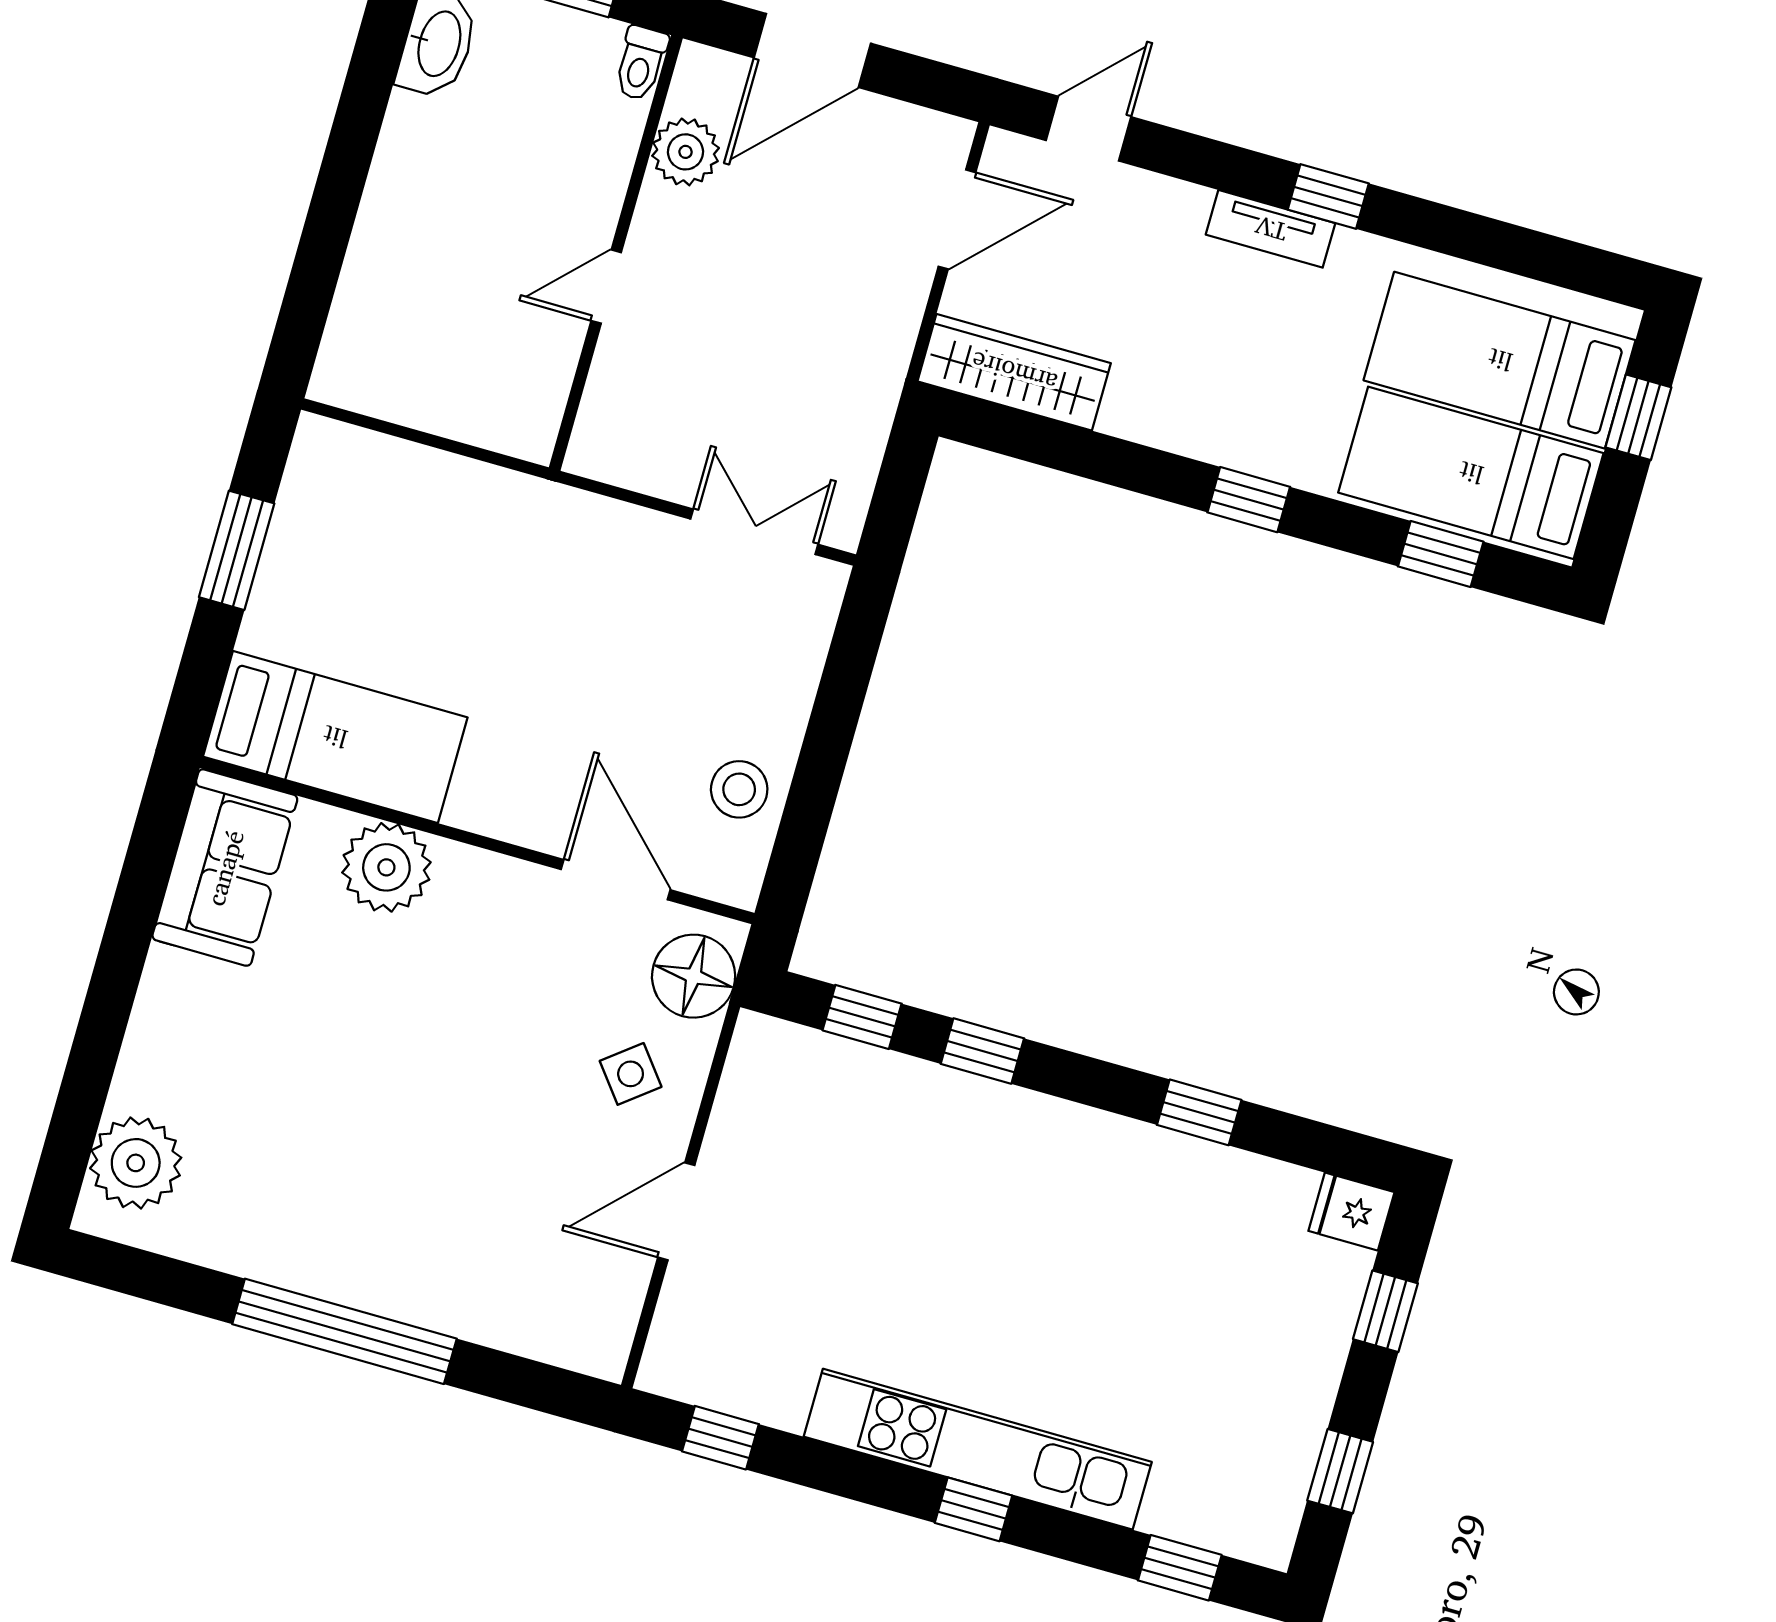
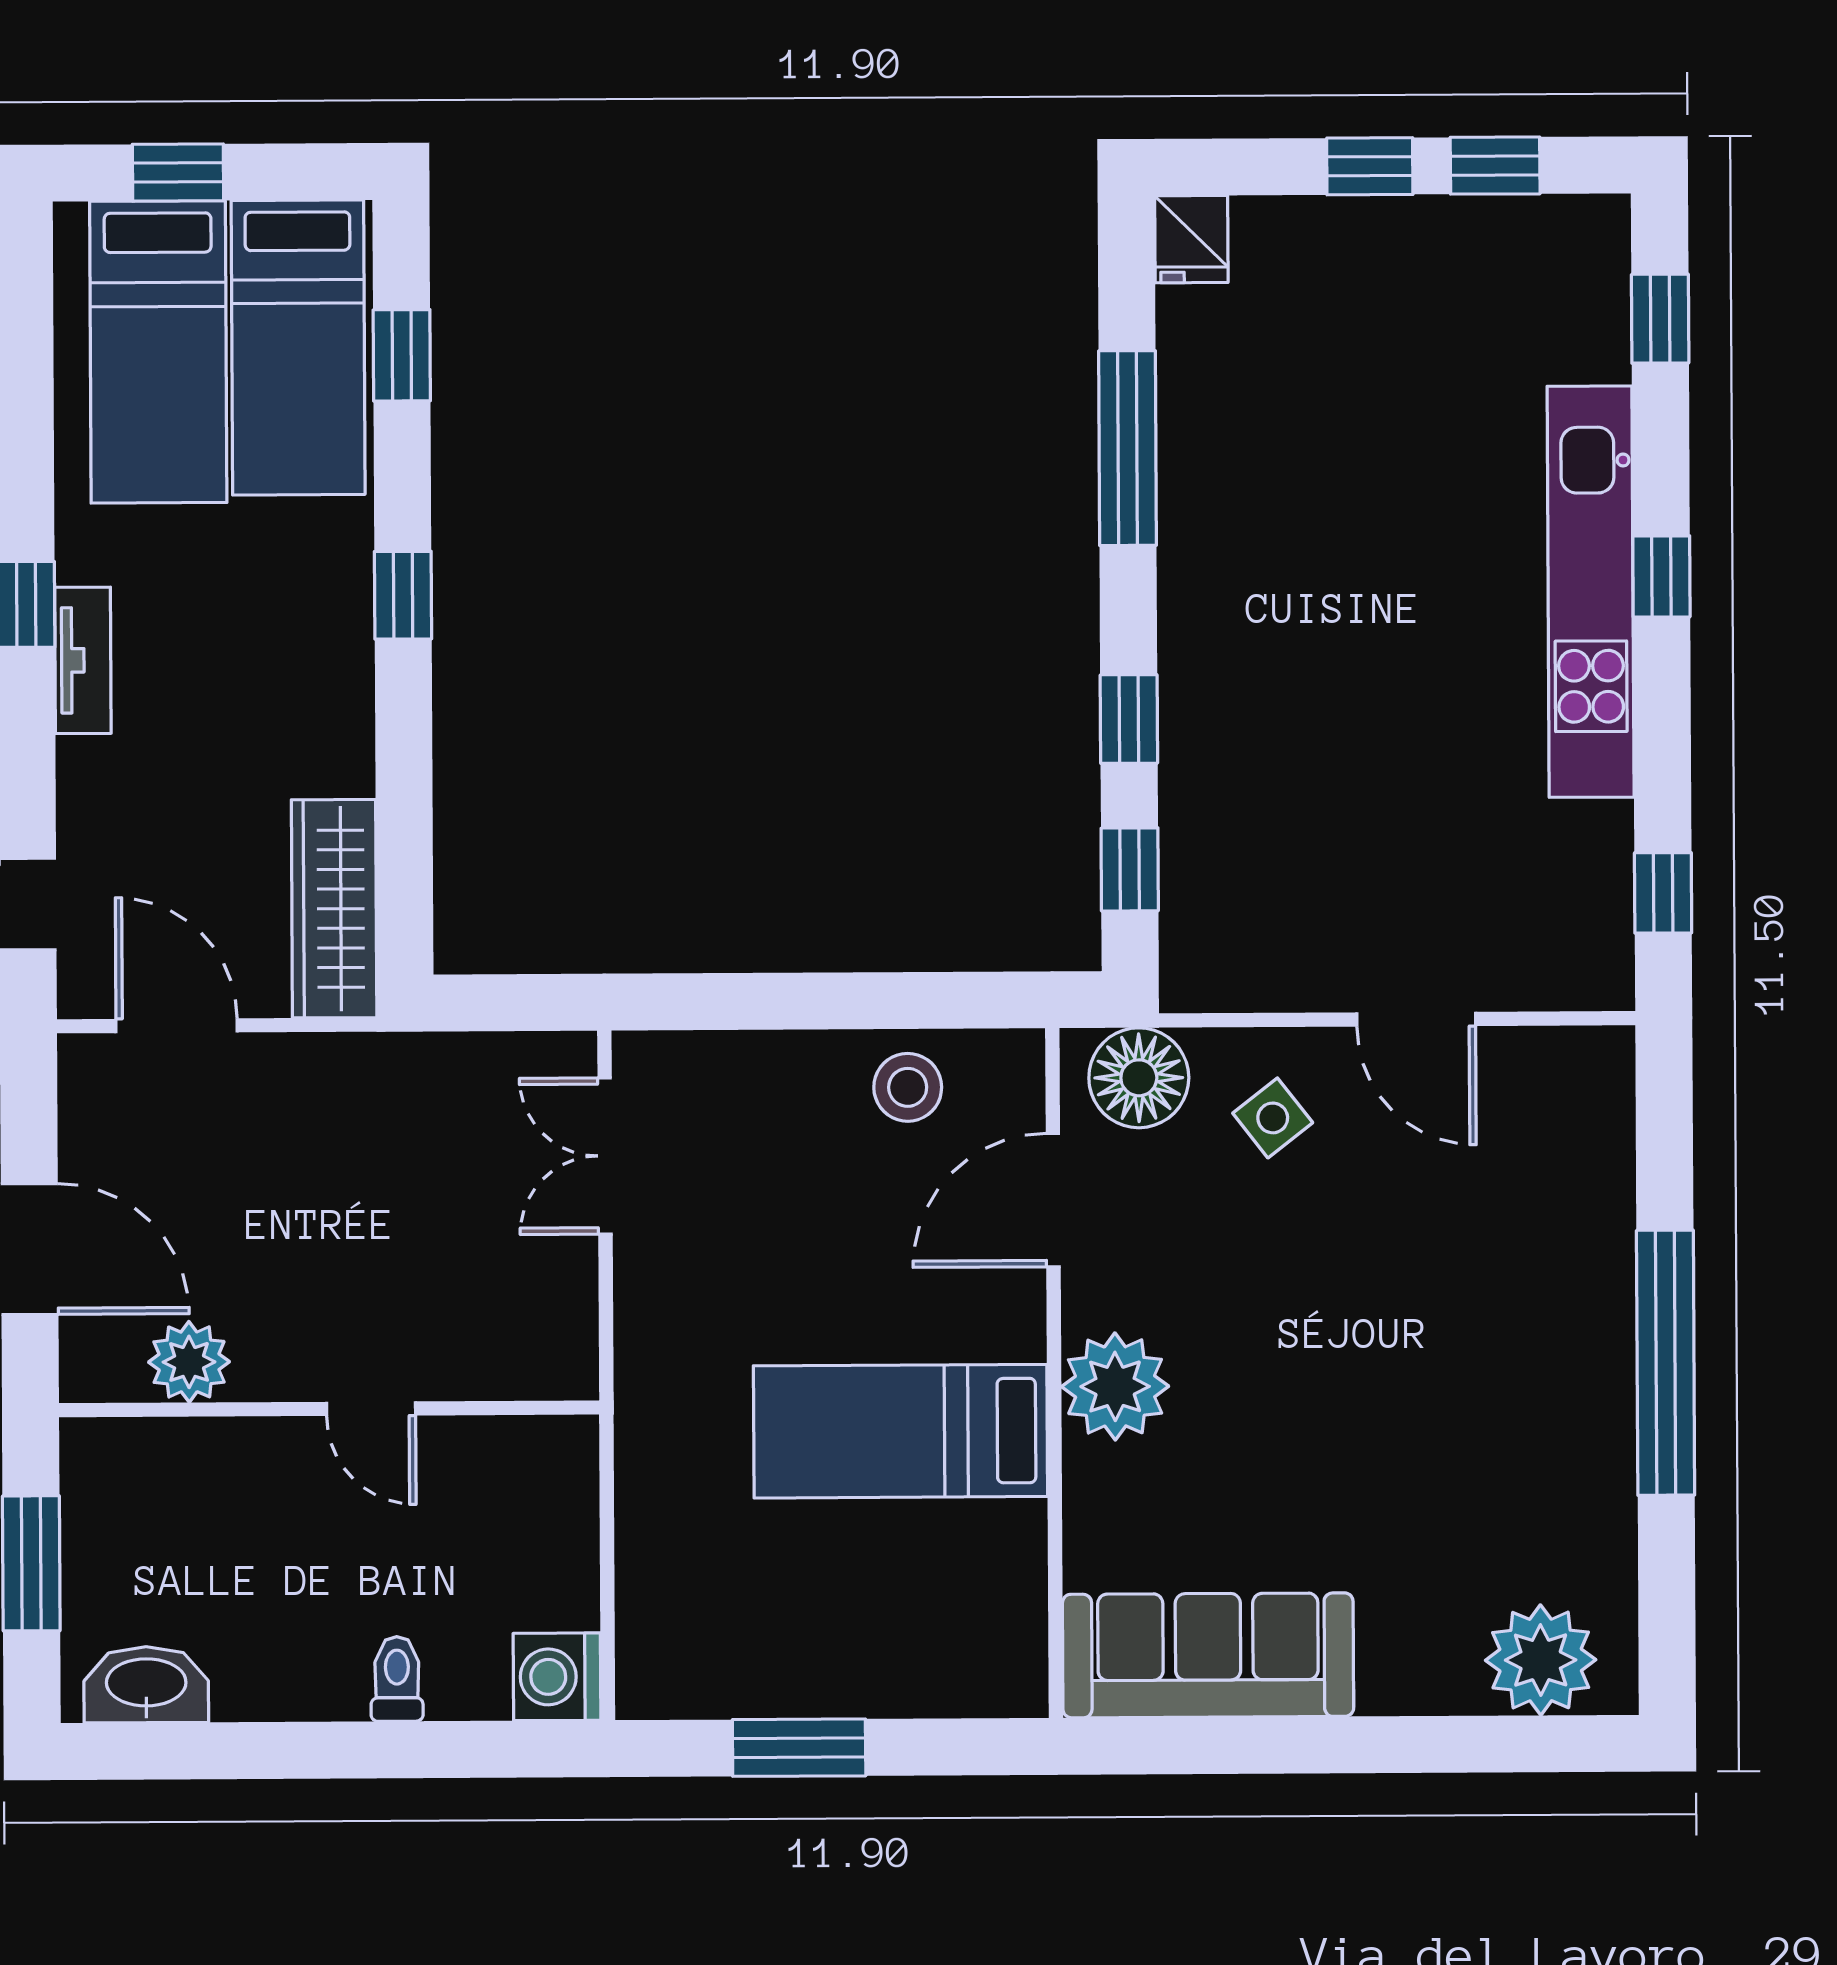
toilet: (641, 63) -> (397, 1679), moved, turned -90
washing machine: (349, 373) -> (557, 1677), added
bed: (335, 737) -> (900, 1431), moved, turned -90
plant: (386, 867) -> (1115, 1386), moved
sofa: (225, 868) -> (1208, 1655), width x1.36
window: (1199, 1112) -> (1127, 448), width x2.17
window: (1385, 1311) -> (1370, 166), moved

